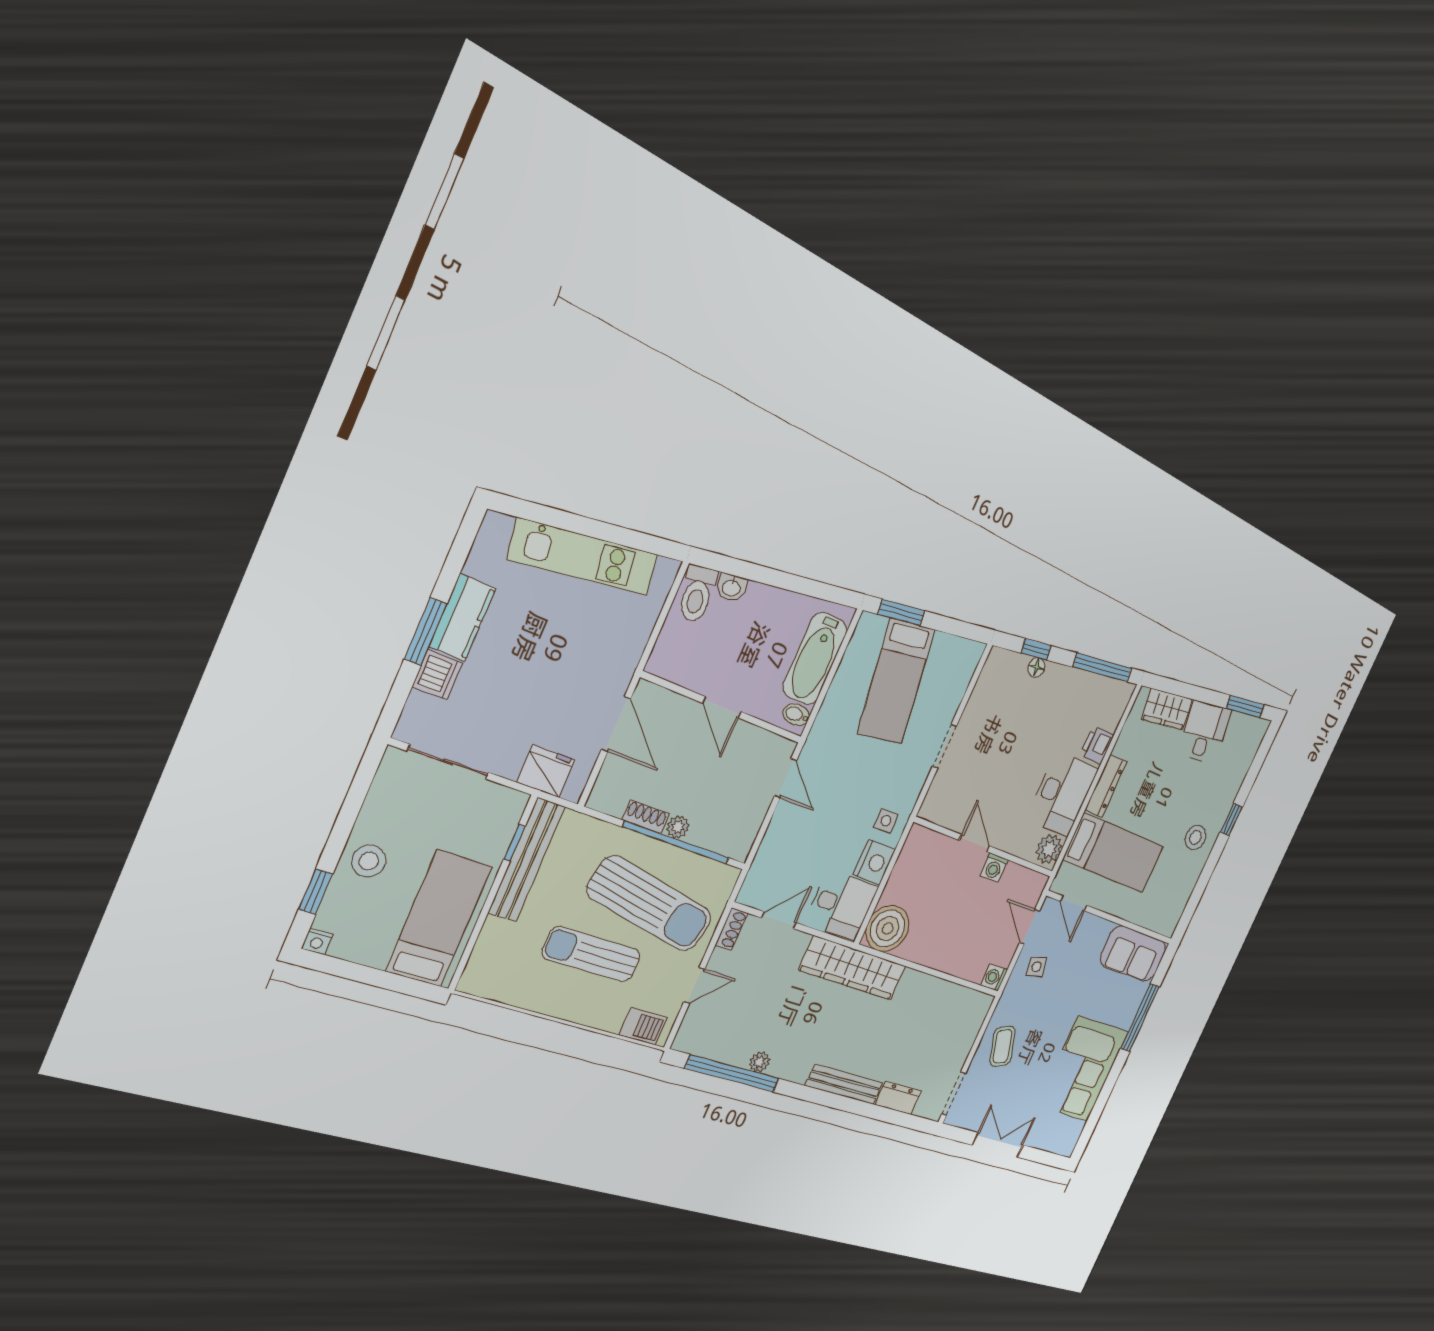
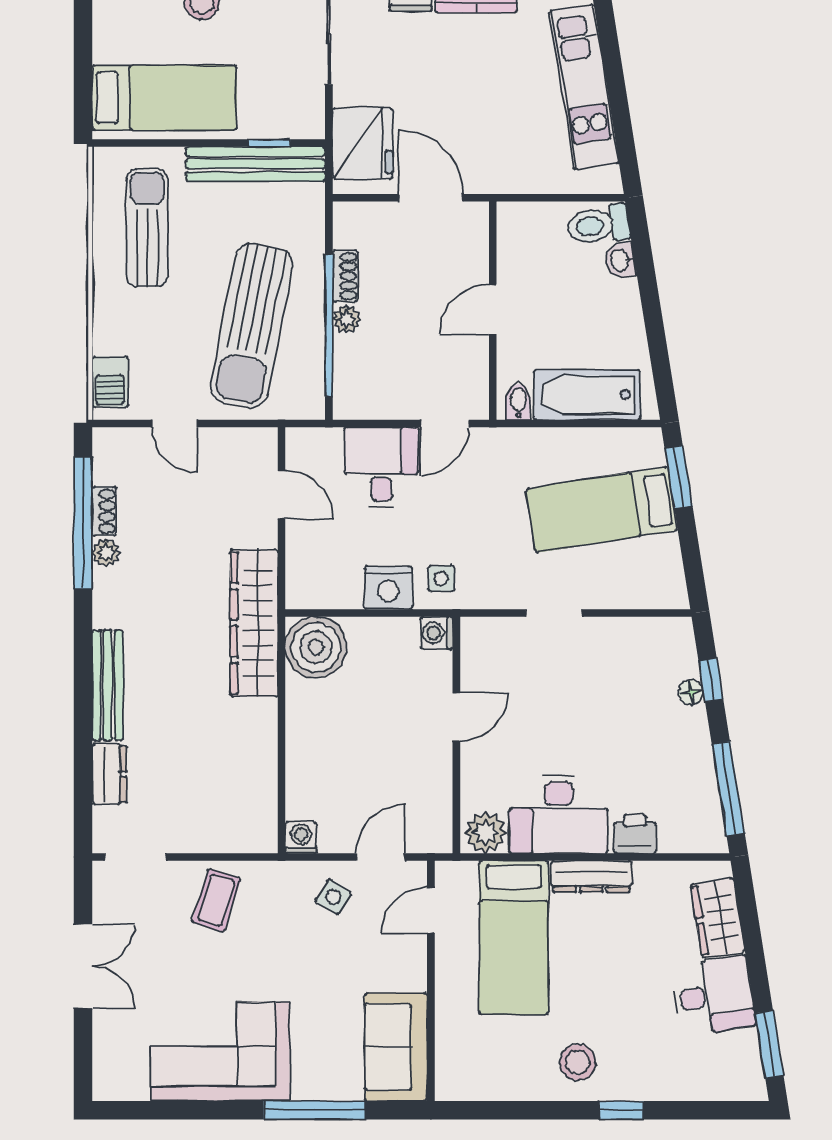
door: (616, 724) -> (431, 198), swing flipped
fridge: (546, 771) -> (363, 143), width x1.36, depth x1.34
washing machine: (994, 867) -> (437, 633), moved
desk: (841, 905) -> (381, 467), moved, turned 180
shoe rack: (732, 929) -> (104, 511), moved, turned -90
sun lounger: (592, 954) -> (147, 228), moved
side table: (1036, 967) -> (333, 897), turned 45
coffee table: (1002, 1046) -> (216, 900), turned -52

